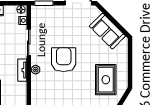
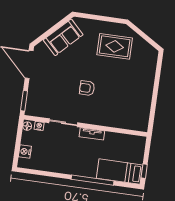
armchair: (64, 60) -> (87, 88), width x0.53, depth x0.53
plant: (36, 70) -> (93, 120), removed

